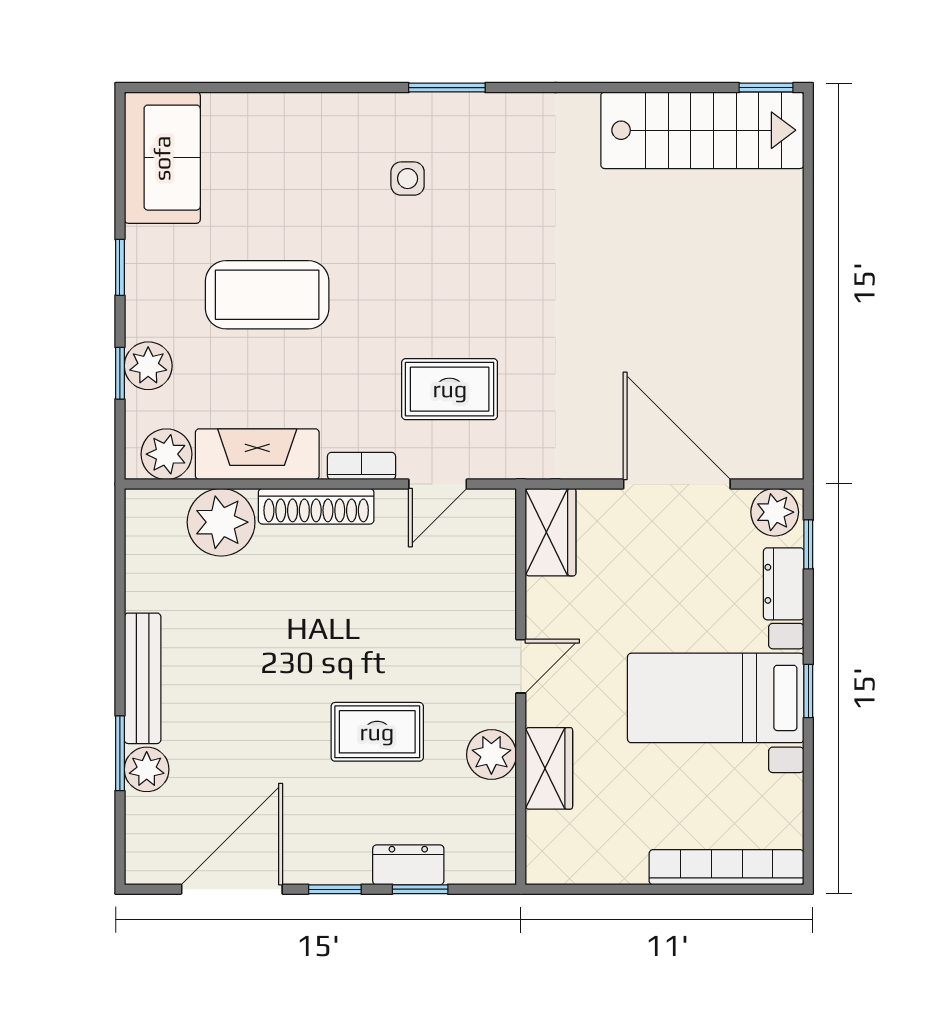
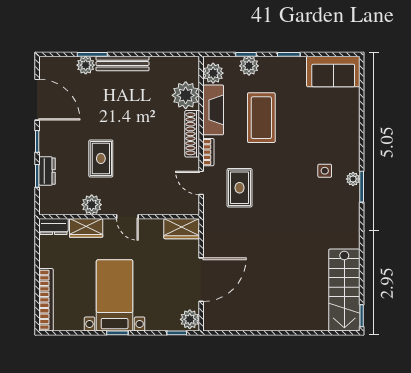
plant: (428, 109) -> (353, 179), added
coffee table: (267, 295) -> (261, 118), moved
dresser: (784, 584) -> (54, 227), moved, turned 180

